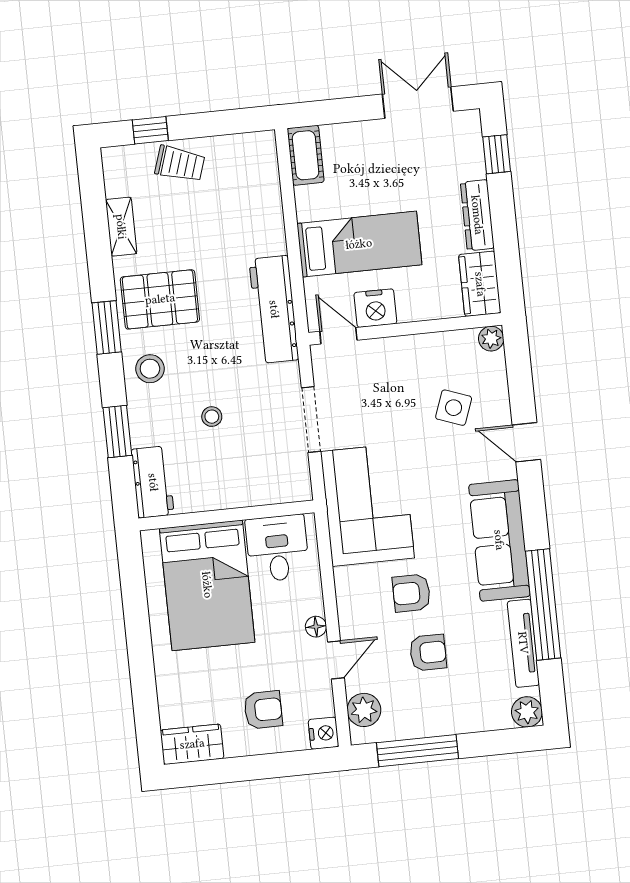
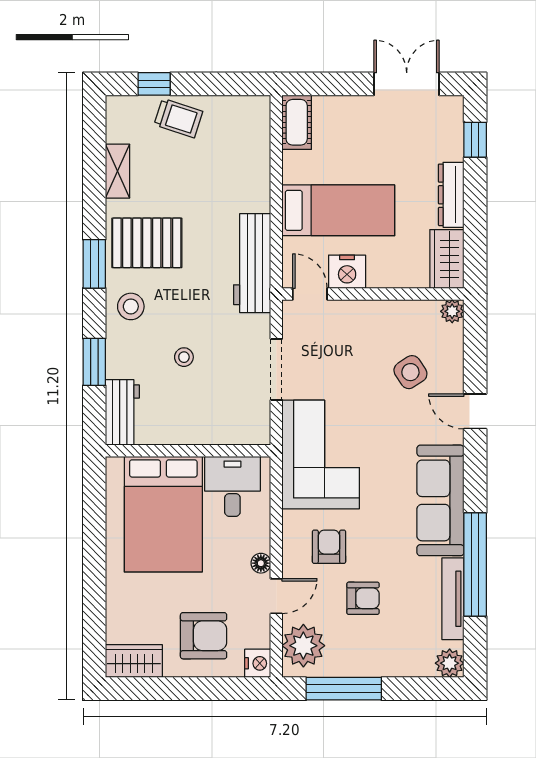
side table: (454, 408) -> (410, 372), turned 37
armchair: (411, 593) -> (329, 547), moved, turned 90
armchair: (263, 710) -> (204, 636), width x1.38, depth x1.38
plant: (364, 710) -> (303, 646), width x1.36, depth x1.36

